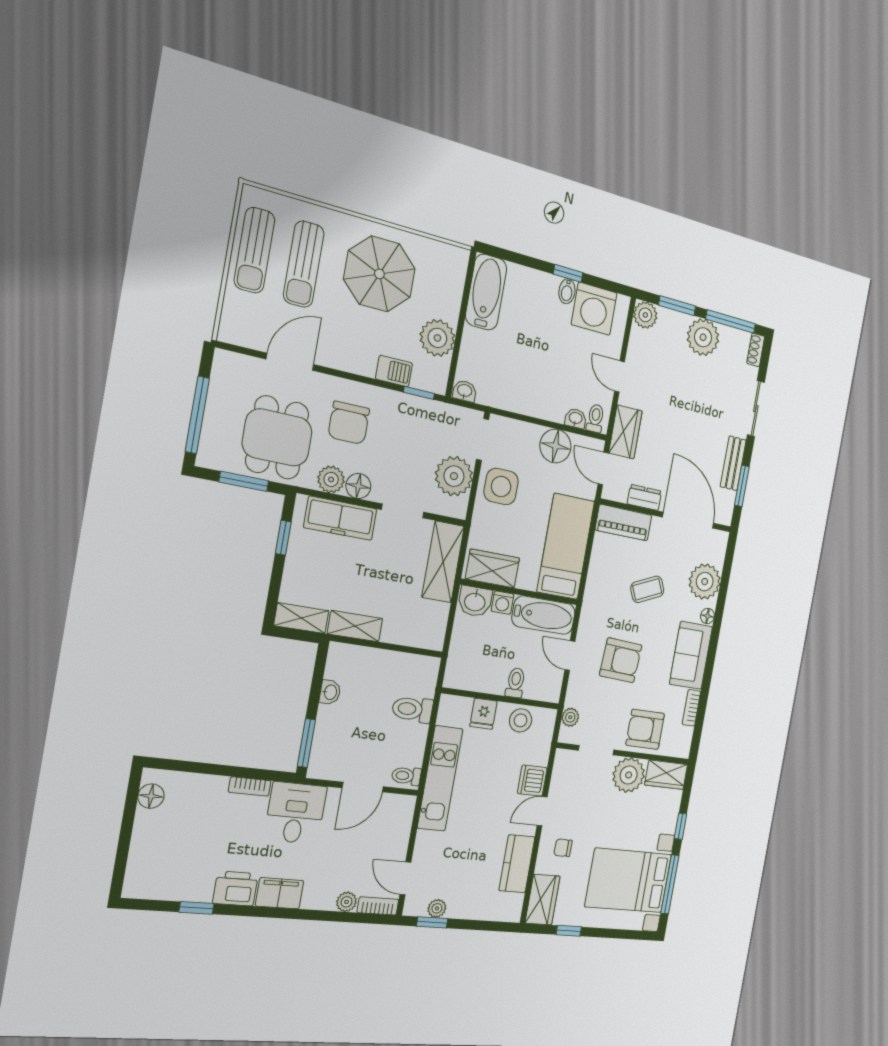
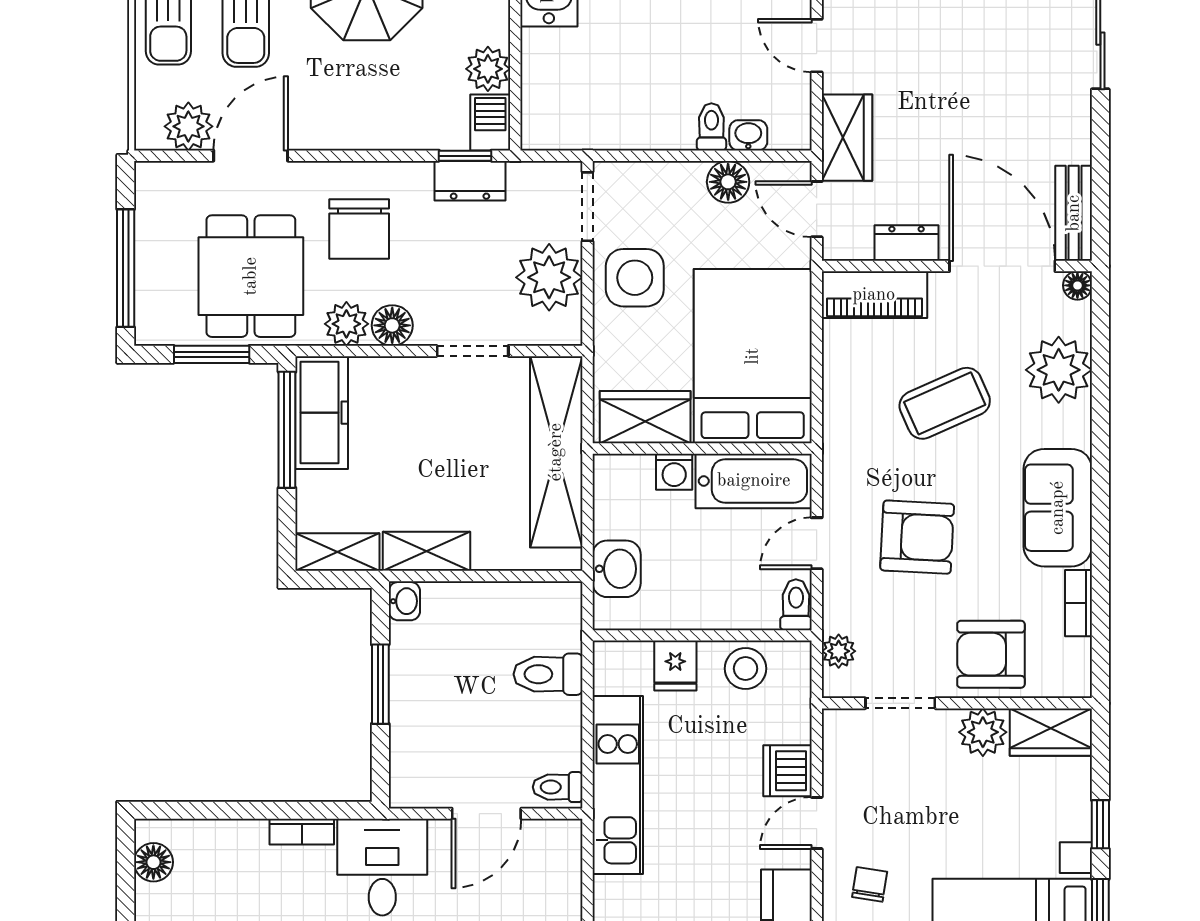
plant: (254, 334) -> (188, 126), added
plant: (437, 338) -> (488, 69), width x0.73, depth x0.73
barbecue: (394, 371) -> (490, 123), moved, turned -90
washbasin: (465, 391) -> (542, 135), removed
dresser: (419, 409) -> (470, 181), added
toilet: (595, 418) -> (711, 127), moved
floor lamp: (555, 446) -> (728, 182), width x0.73, depth x0.73
bench: (733, 463) -> (1074, 213), moved
window: (742, 486) -> (1100, 183), removed
freezer: (340, 518) -> (322, 413), moved, turned -90
window: (283, 538) -> (287, 430), width x2.17
bed: (566, 546) -> (753, 356), width x1.50
shelving: (443, 562) -> (556, 452), width x1.47
coffee table: (647, 589) -> (945, 403), width x1.36, depth x1.30
washbasin: (475, 601) -> (617, 569), moved, turned -90
floor lamp: (707, 616) -> (1077, 285), moved
door: (570, 656) -> (817, 543), hinge flipped
toilet: (515, 683) -> (796, 605), moved
washbasin: (330, 692) -> (404, 601), moved
window: (306, 743) -> (380, 684), moved
plant: (629, 775) -> (983, 732), width x0.73, depth x0.73
chair: (563, 848) -> (870, 884), turned 99

